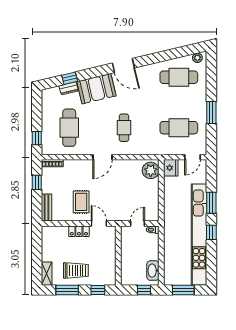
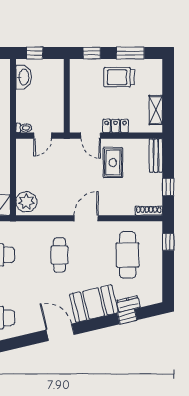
shelving: (47, 274) -> (156, 110), moved

